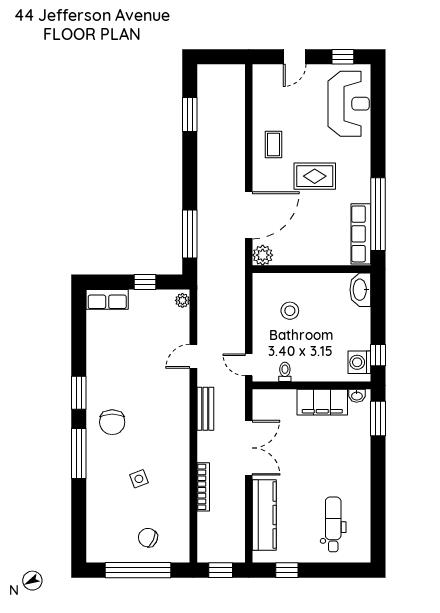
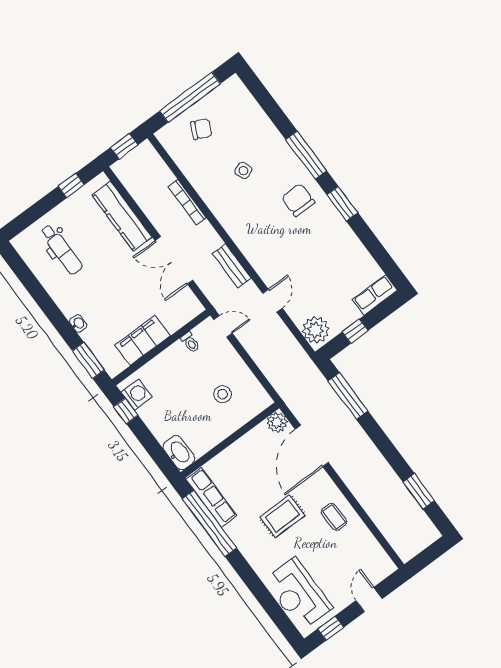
plant: (182, 300) -> (316, 330), width x1.87, depth x1.87
washbasin: (357, 396) -> (78, 324), moved, turned 90

